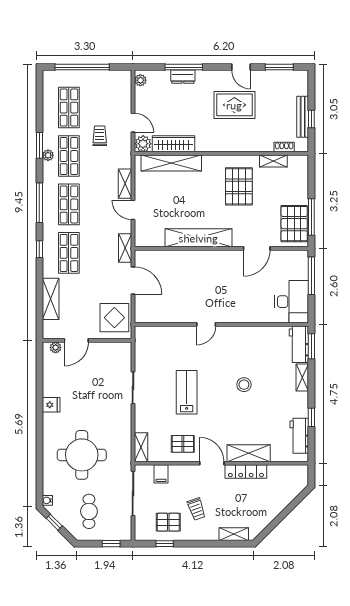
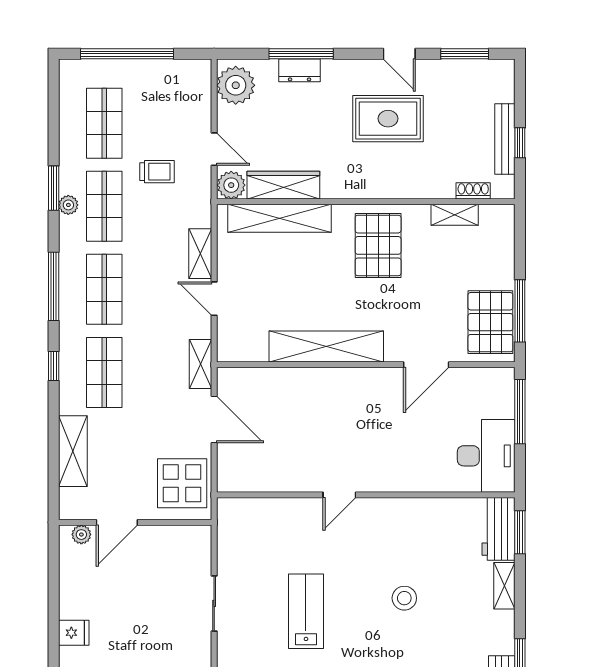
plant: (140, 80) -> (236, 85), width x1.88, depth x1.88
trolley: (100, 136) -> (157, 172), turned 90
pallet: (239, 186) -> (378, 245), moved

